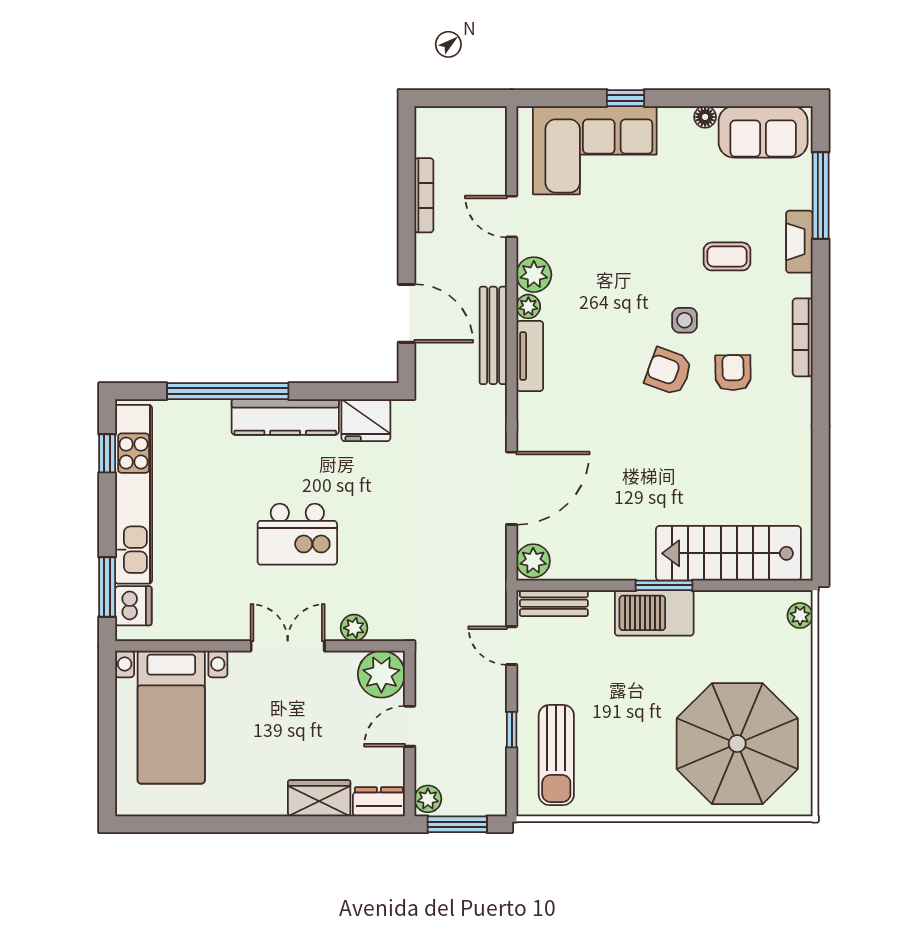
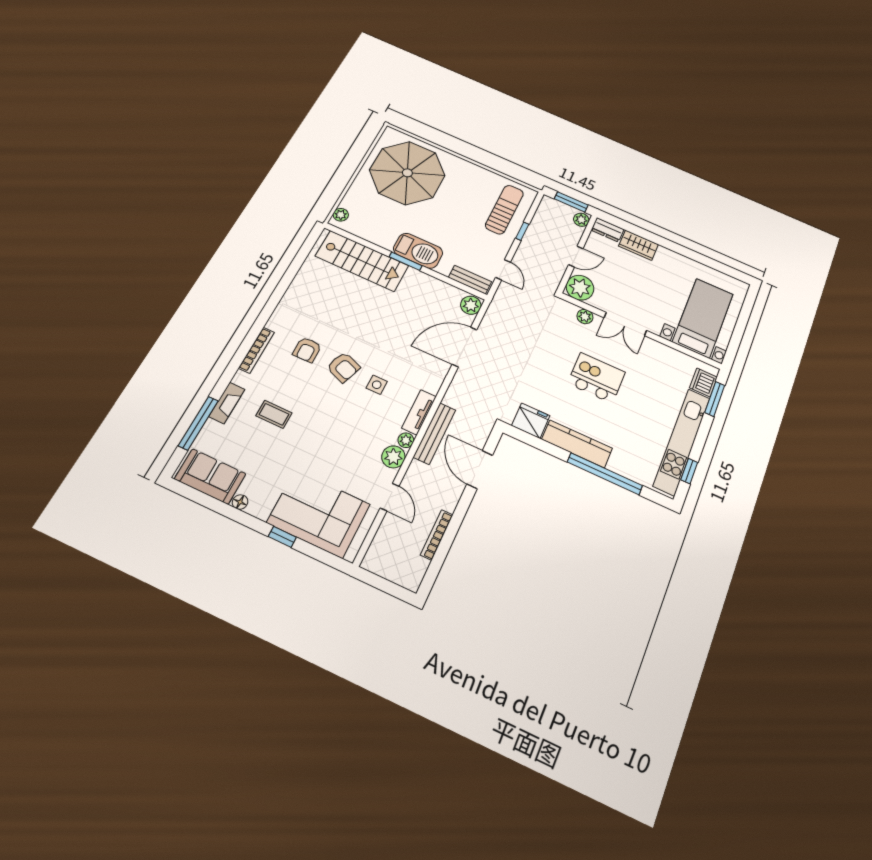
side table: (685, 320) -> (377, 385), moved

